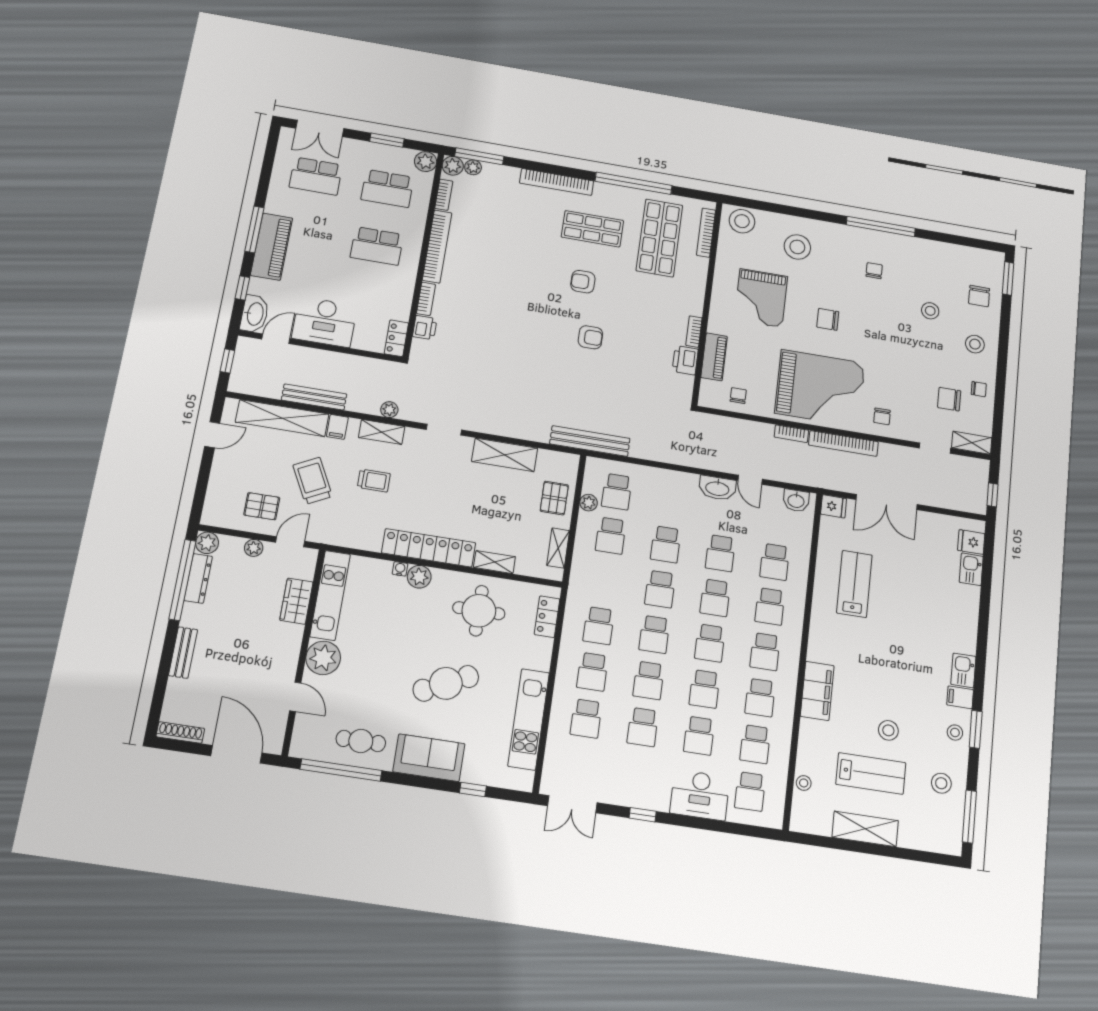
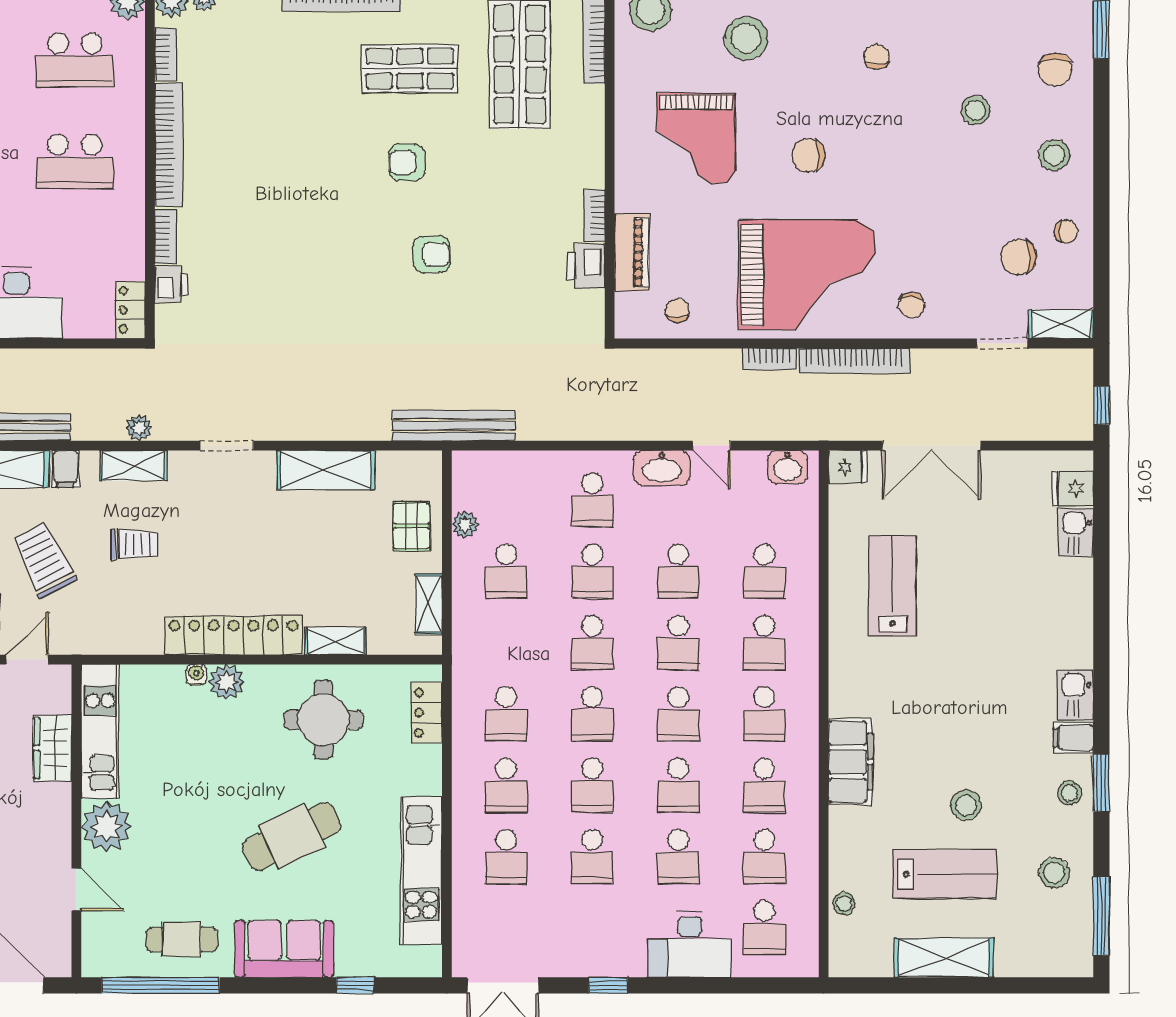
school desk: (617, 492) -> (592, 500), moved

